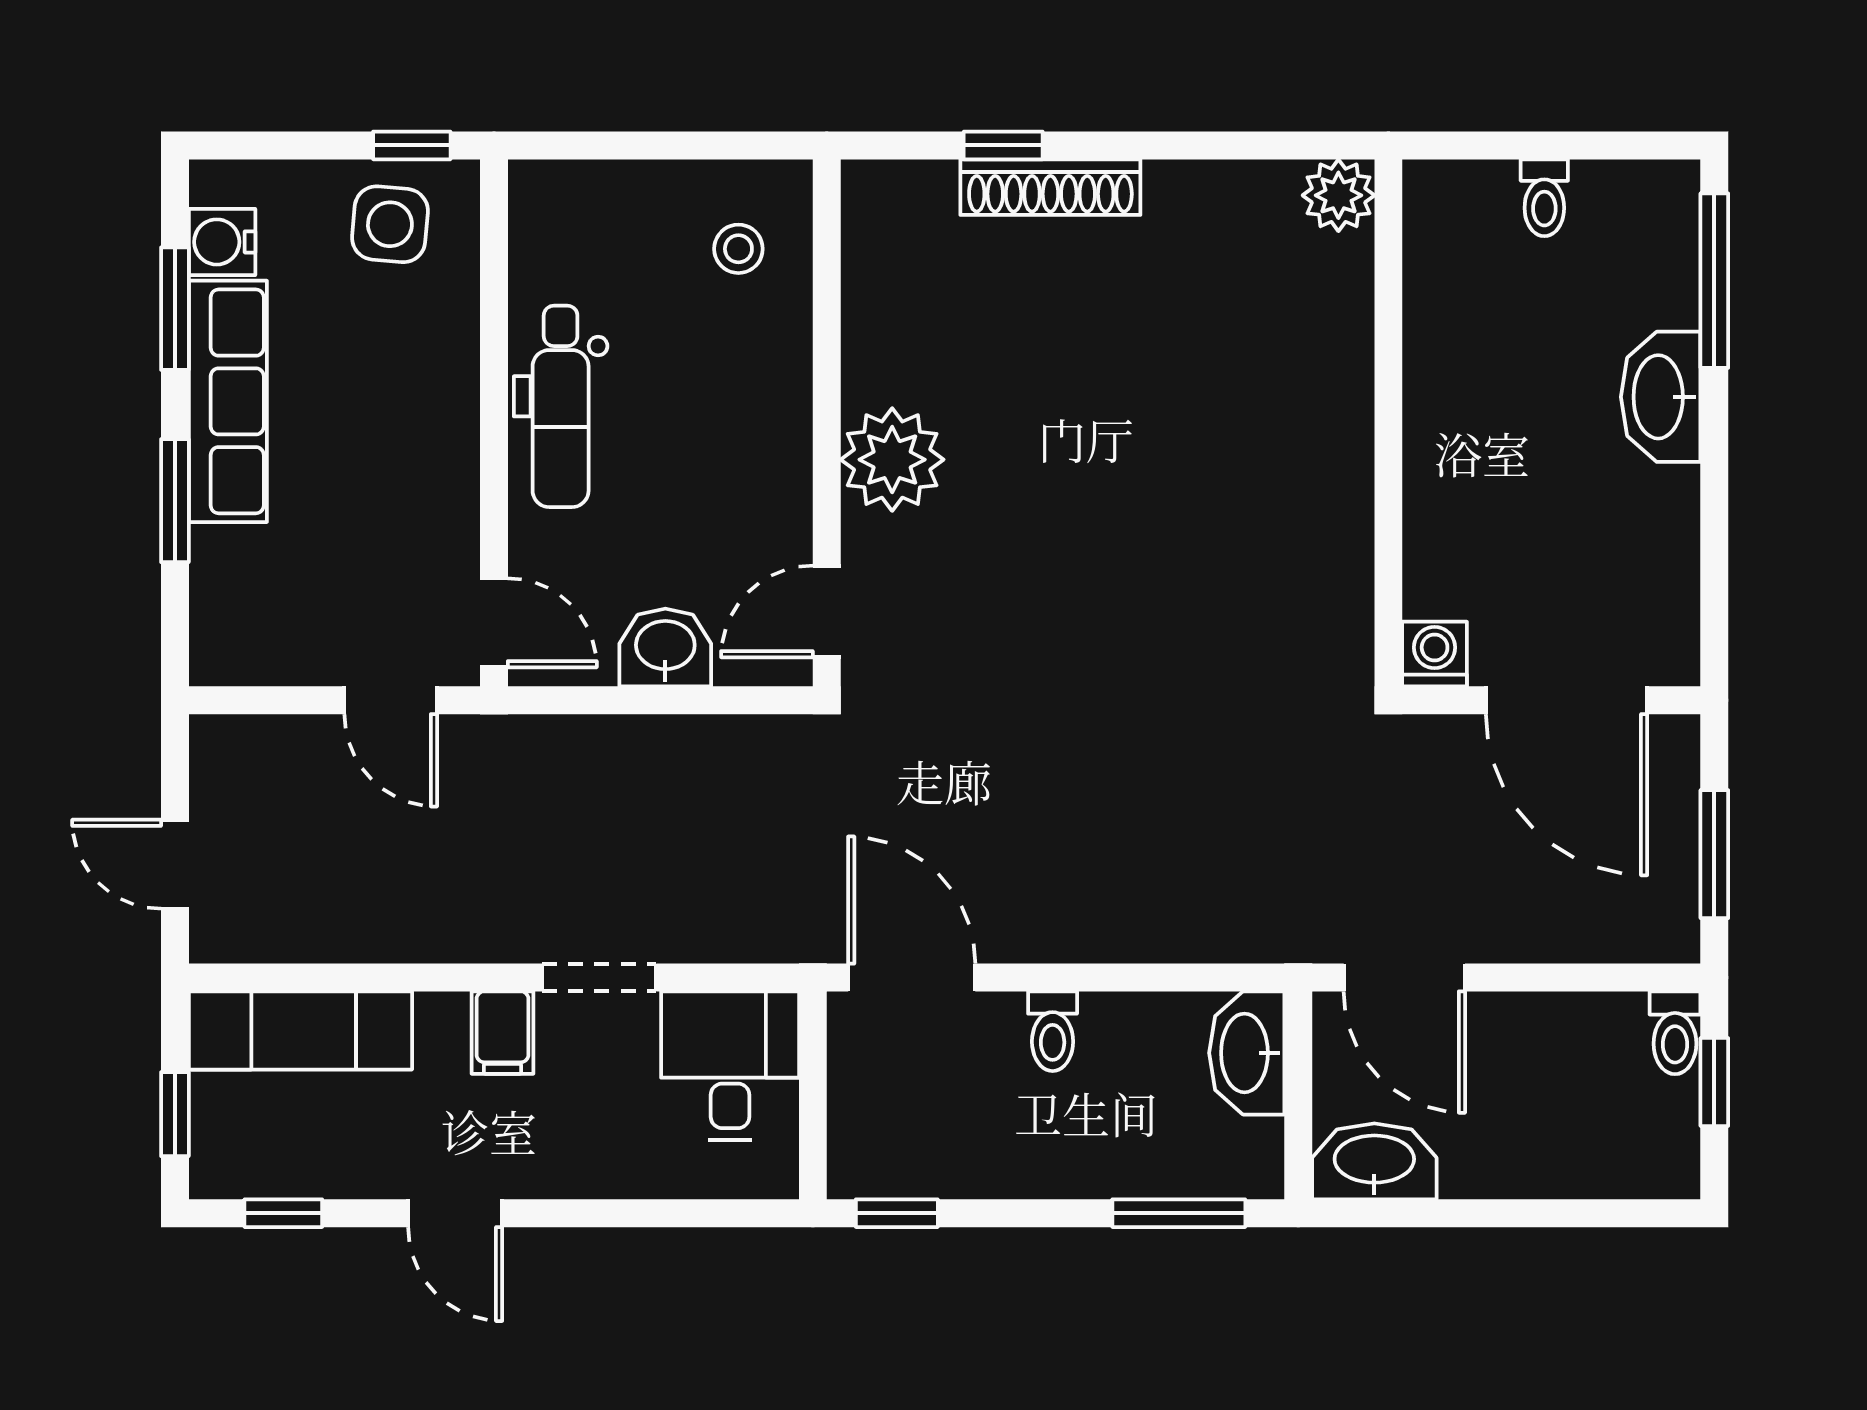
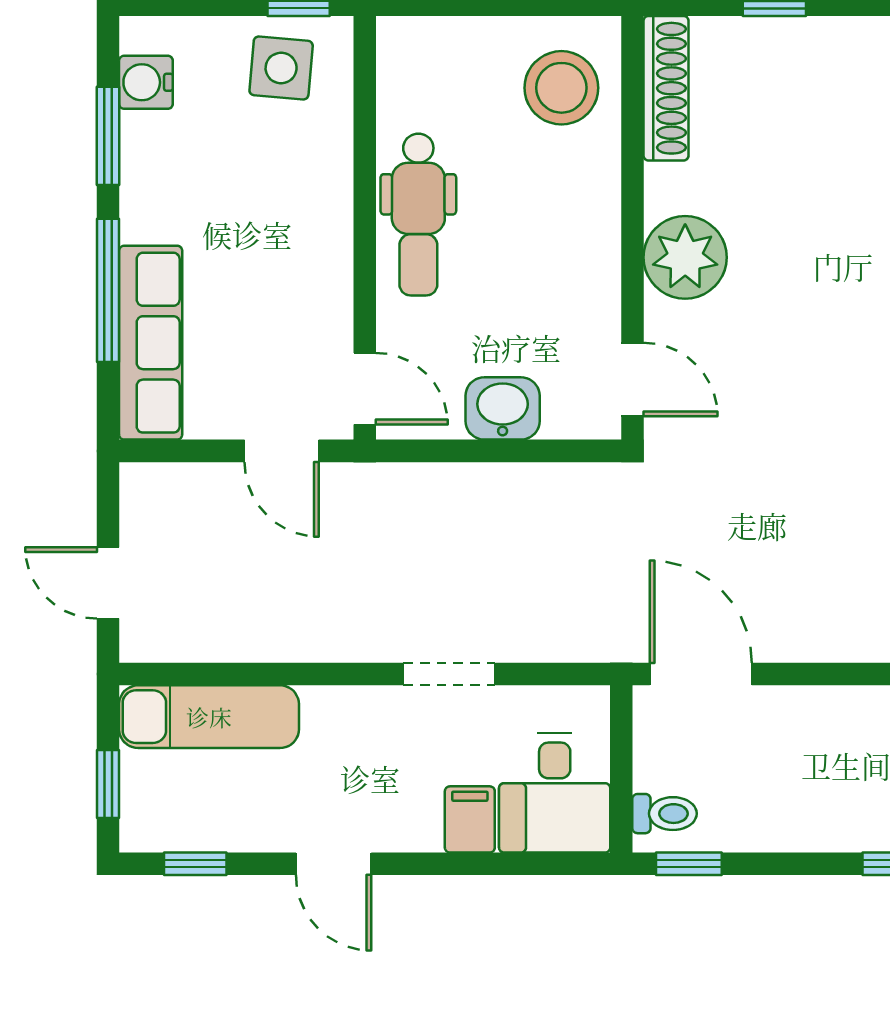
shoe rack: (1050, 187) -> (666, 88), moved, turned -90
stool: (738, 249) -> (561, 88), width x1.89, depth x1.89
row of seats: (228, 401) -> (151, 343), moved
window: (175, 501) -> (108, 290), width x1.44
door: (827, 611) -> (632, 380), swing flipped
toilet: (1053, 1031) -> (665, 814), moved, turned -90
filing cabinet: (502, 1033) -> (470, 819), moved, turned 180
desk: (730, 1066) -> (555, 793), moved, turned 180

